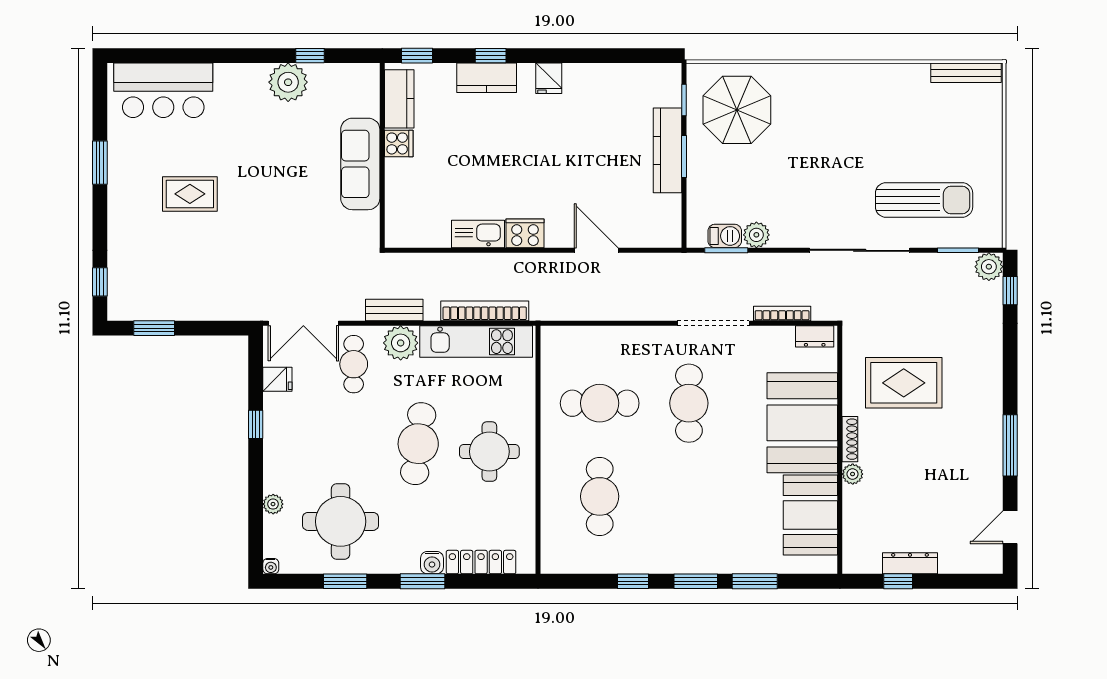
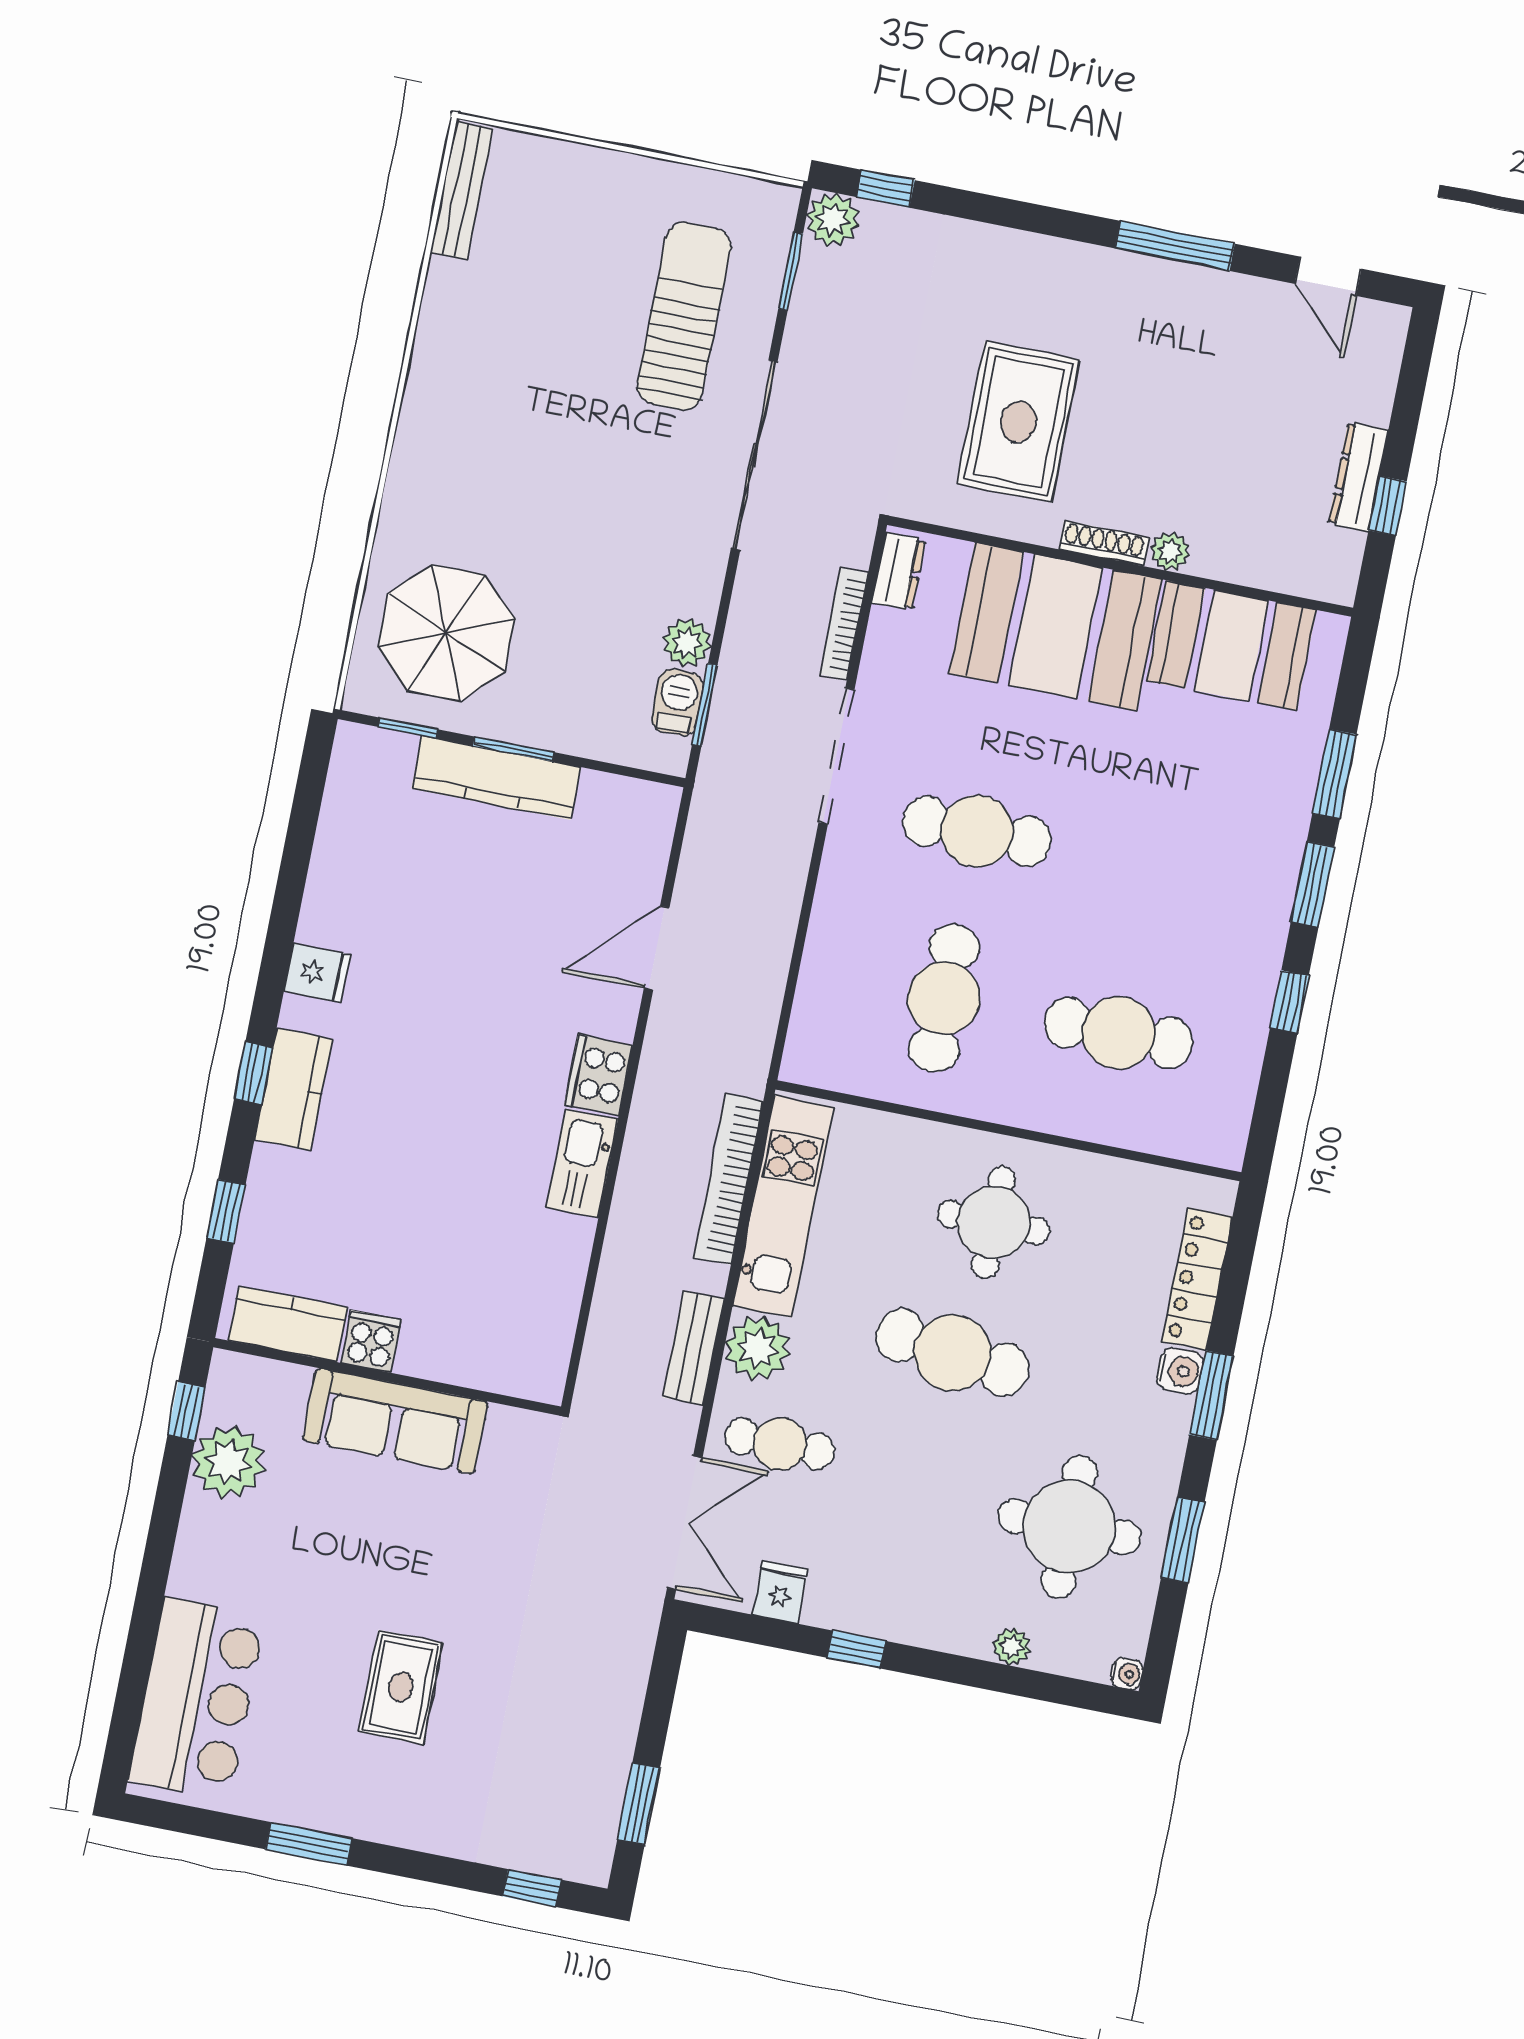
kitchen counter: (399, 99) -> (288, 1324), moved
cooker: (399, 143) -> (371, 1341), moved
wall: (382, 155) -> (387, 1377), moved
sofa: (360, 164) -> (395, 1421), moved

